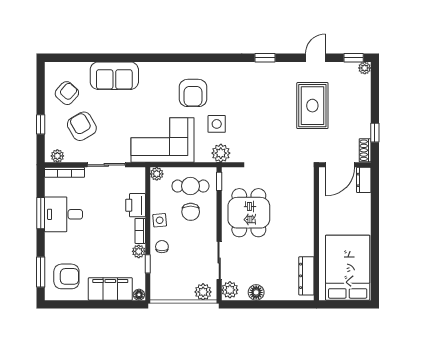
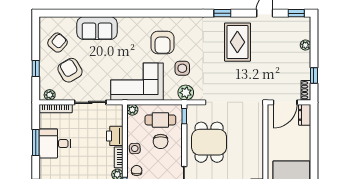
plant: (365, 68) -> (305, 45), moved
rug: (312, 106) -> (237, 42), moved

